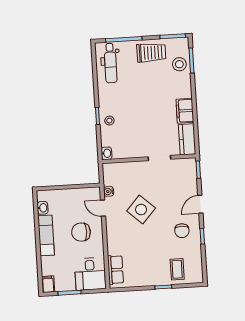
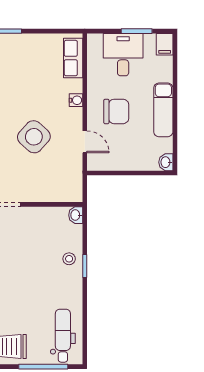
water cooler: (109, 191) -> (76, 100), moved
washbasin: (43, 208) -> (166, 162), moved
desk: (90, 274) -> (123, 55), moved

